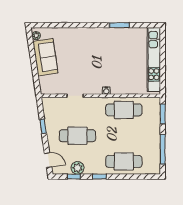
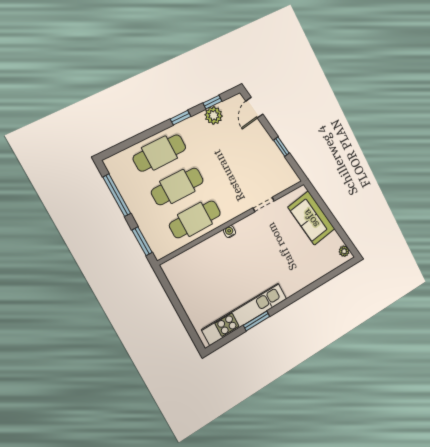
sofa: (45, 57) -> (311, 218), moved
kitchen unit: (154, 59) -> (245, 314), moved, turned -90
cafe table: (77, 136) -> (177, 186), moved
door: (48, 160) -> (254, 108), hinge flipped

